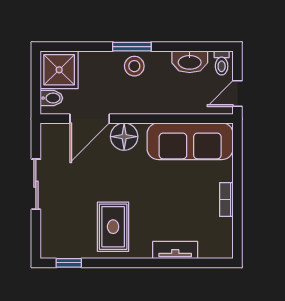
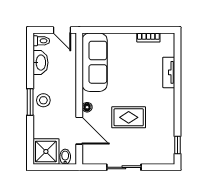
floor lamp: (124, 137) -> (87, 107), width x0.53, depth x0.53
bookcase: (226, 200) -> (148, 38), moved
rug: (113, 227) -> (129, 117), moved

